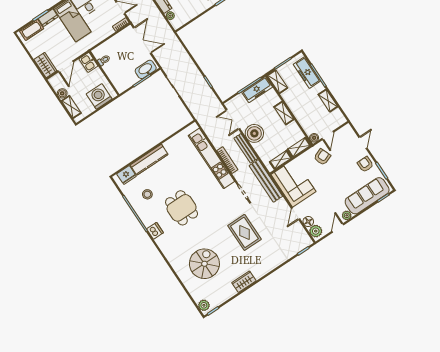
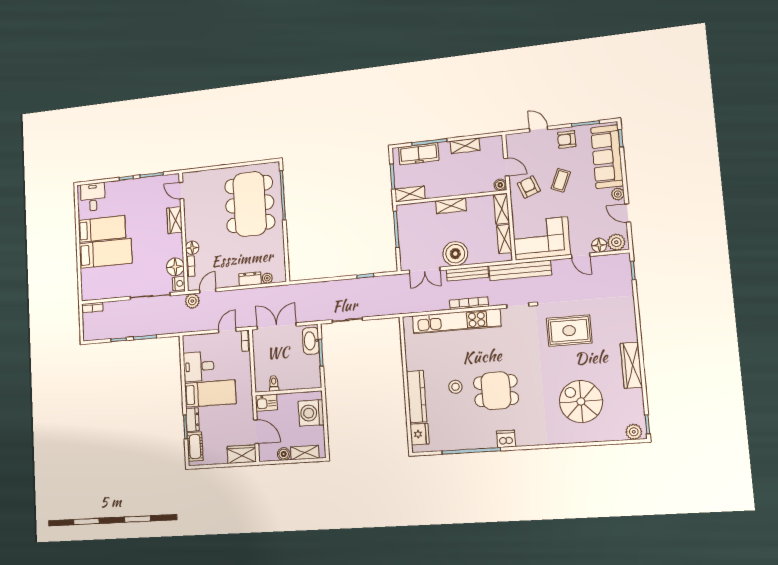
freezer: (257, 90) -> (406, 223), removed
coffee table: (337, 175) -> (561, 180), added
stool: (147, 194) -> (455, 387), moved
wardrobe: (244, 282) -> (631, 365), width x1.50

